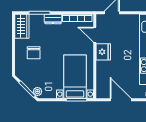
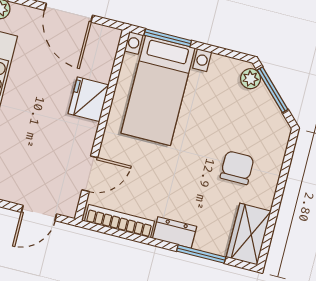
door: (95, 35) -> (90, 174), hinge flipped
fridge: (103, 52) -> (88, 99), moved

